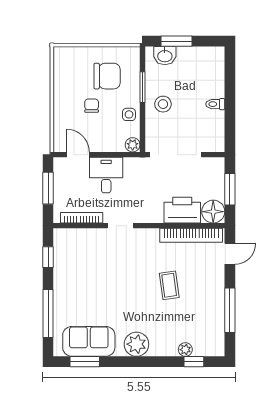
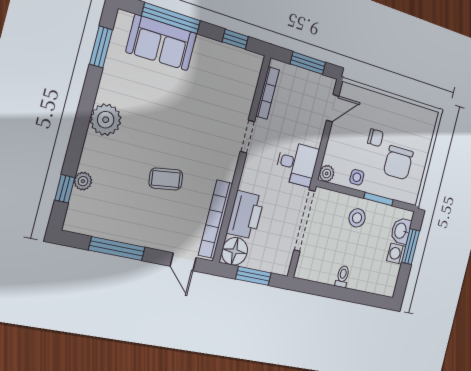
washing machine: (186, 55) -> (396, 254), added
desk: (106, 175) -> (297, 164), moved
sofa: (89, 341) -> (162, 43), moved, turned 90

